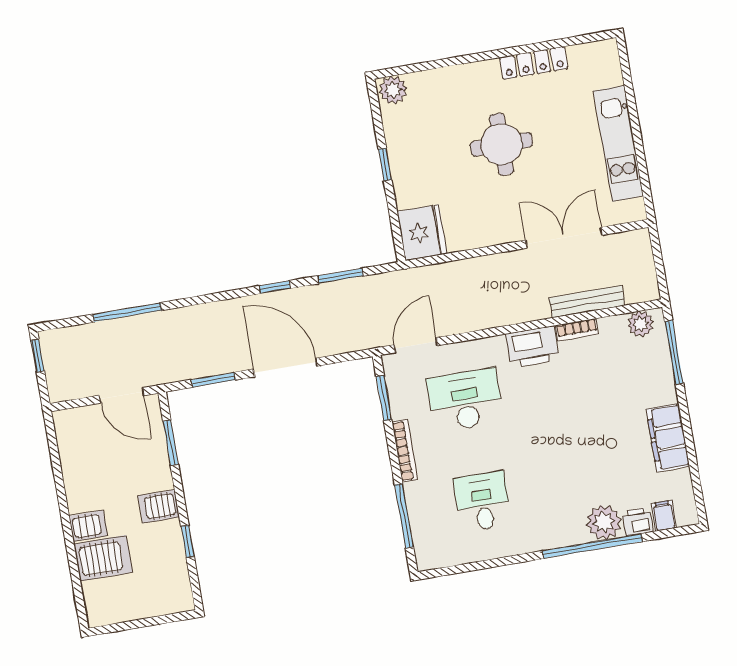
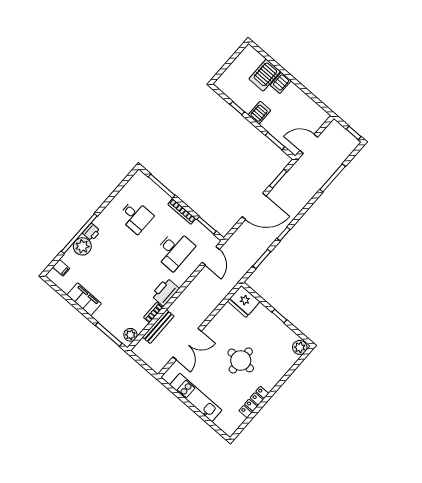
printer: (638, 522) -> (91, 232), moved

